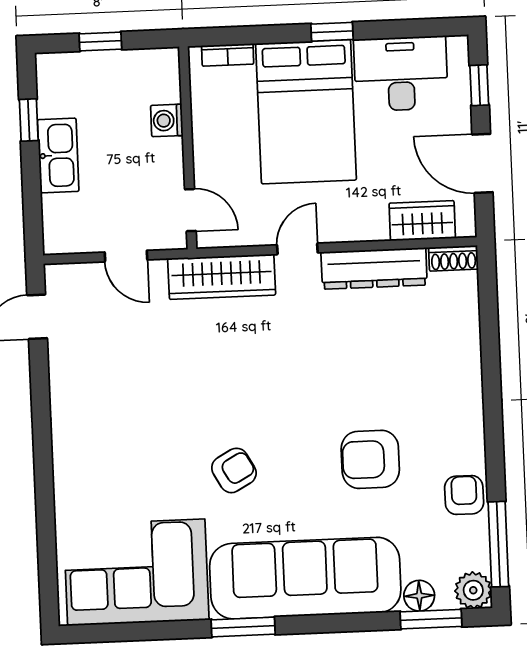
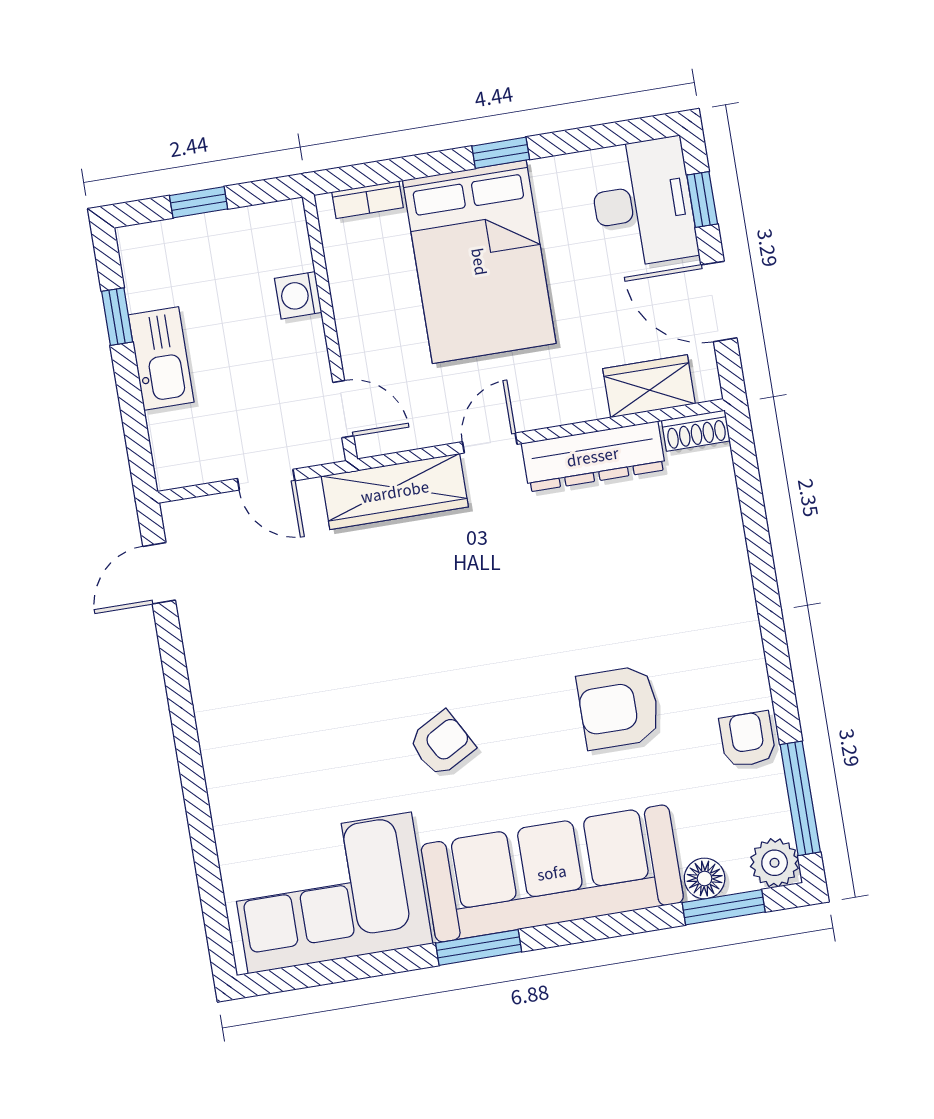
desk: (401, 74) -> (643, 203), moved, turned 90

